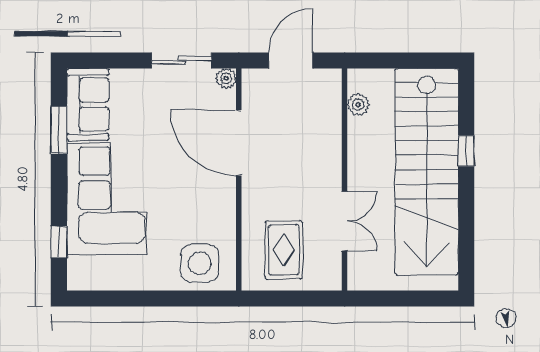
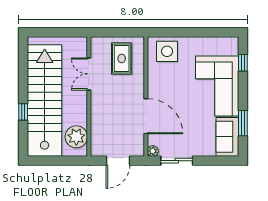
plant: (358, 105) -> (76, 137), width x1.87, depth x1.87

